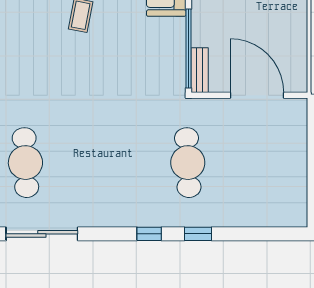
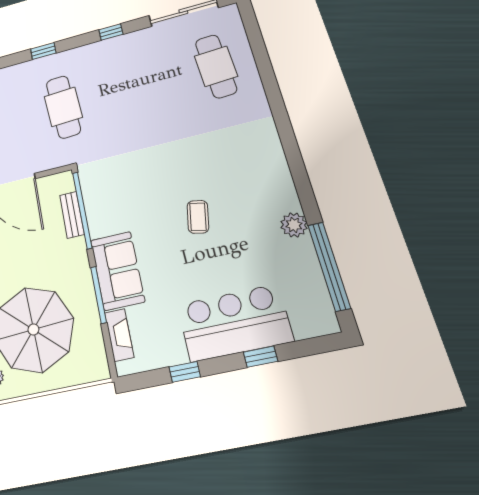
bench: (200, 70) -> (72, 215), moved
window: (149, 234) -> (111, 32), moved

